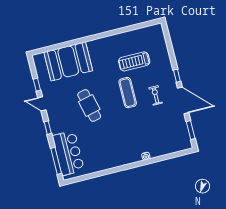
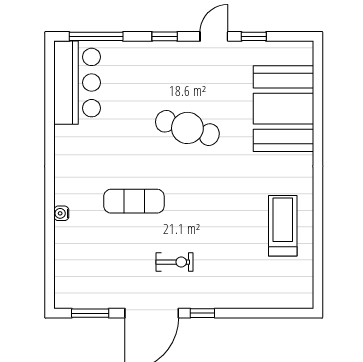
treadmill: (134, 61) -> (283, 226), moved
exercise mat: (128, 93) -> (134, 201), moved
cafe table: (89, 106) -> (187, 128), turned 30
bar counter: (68, 153) -> (77, 83), moved, turned -90

